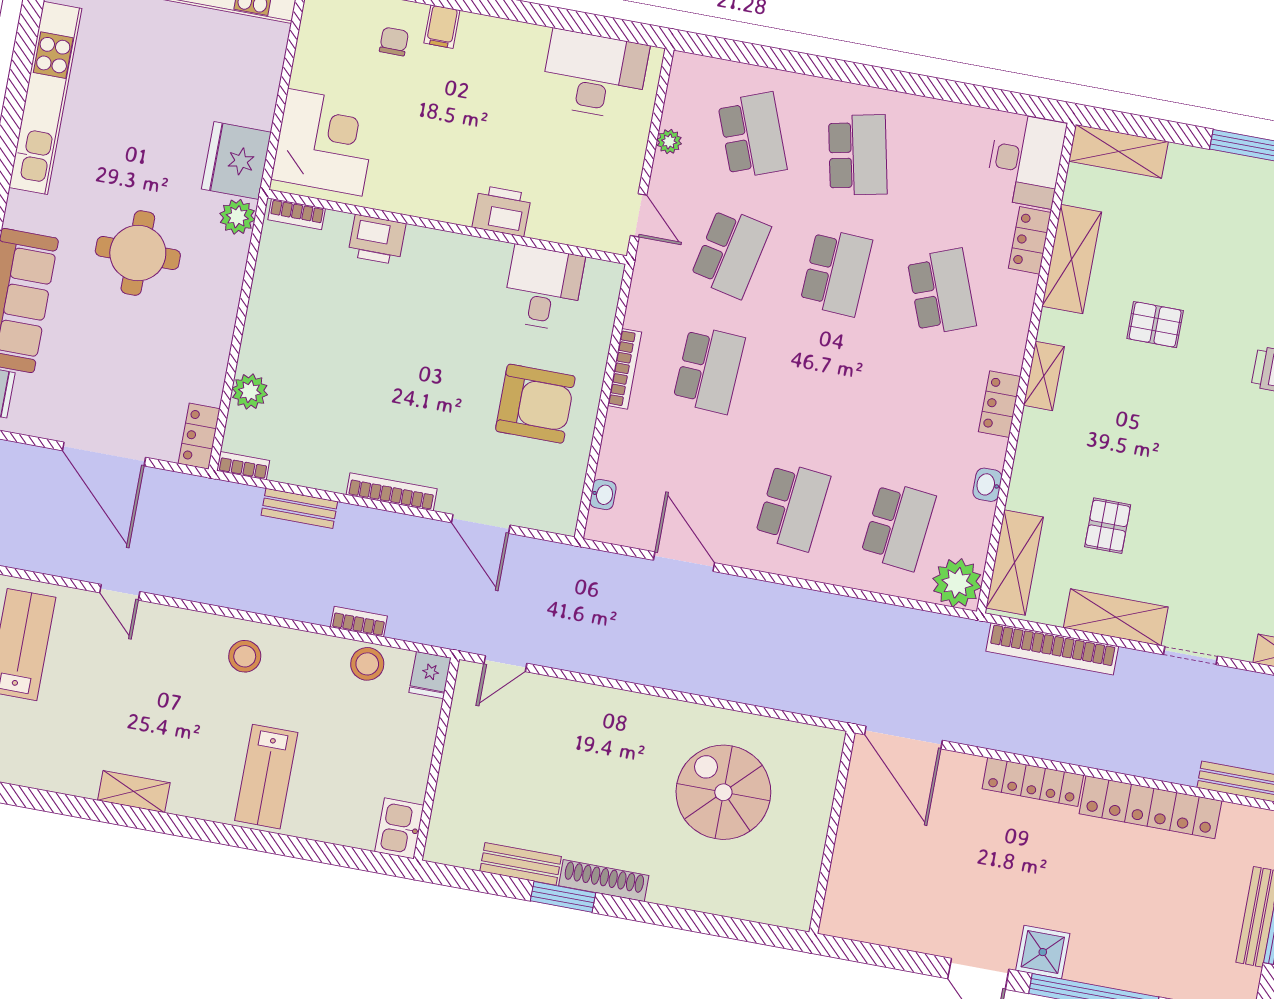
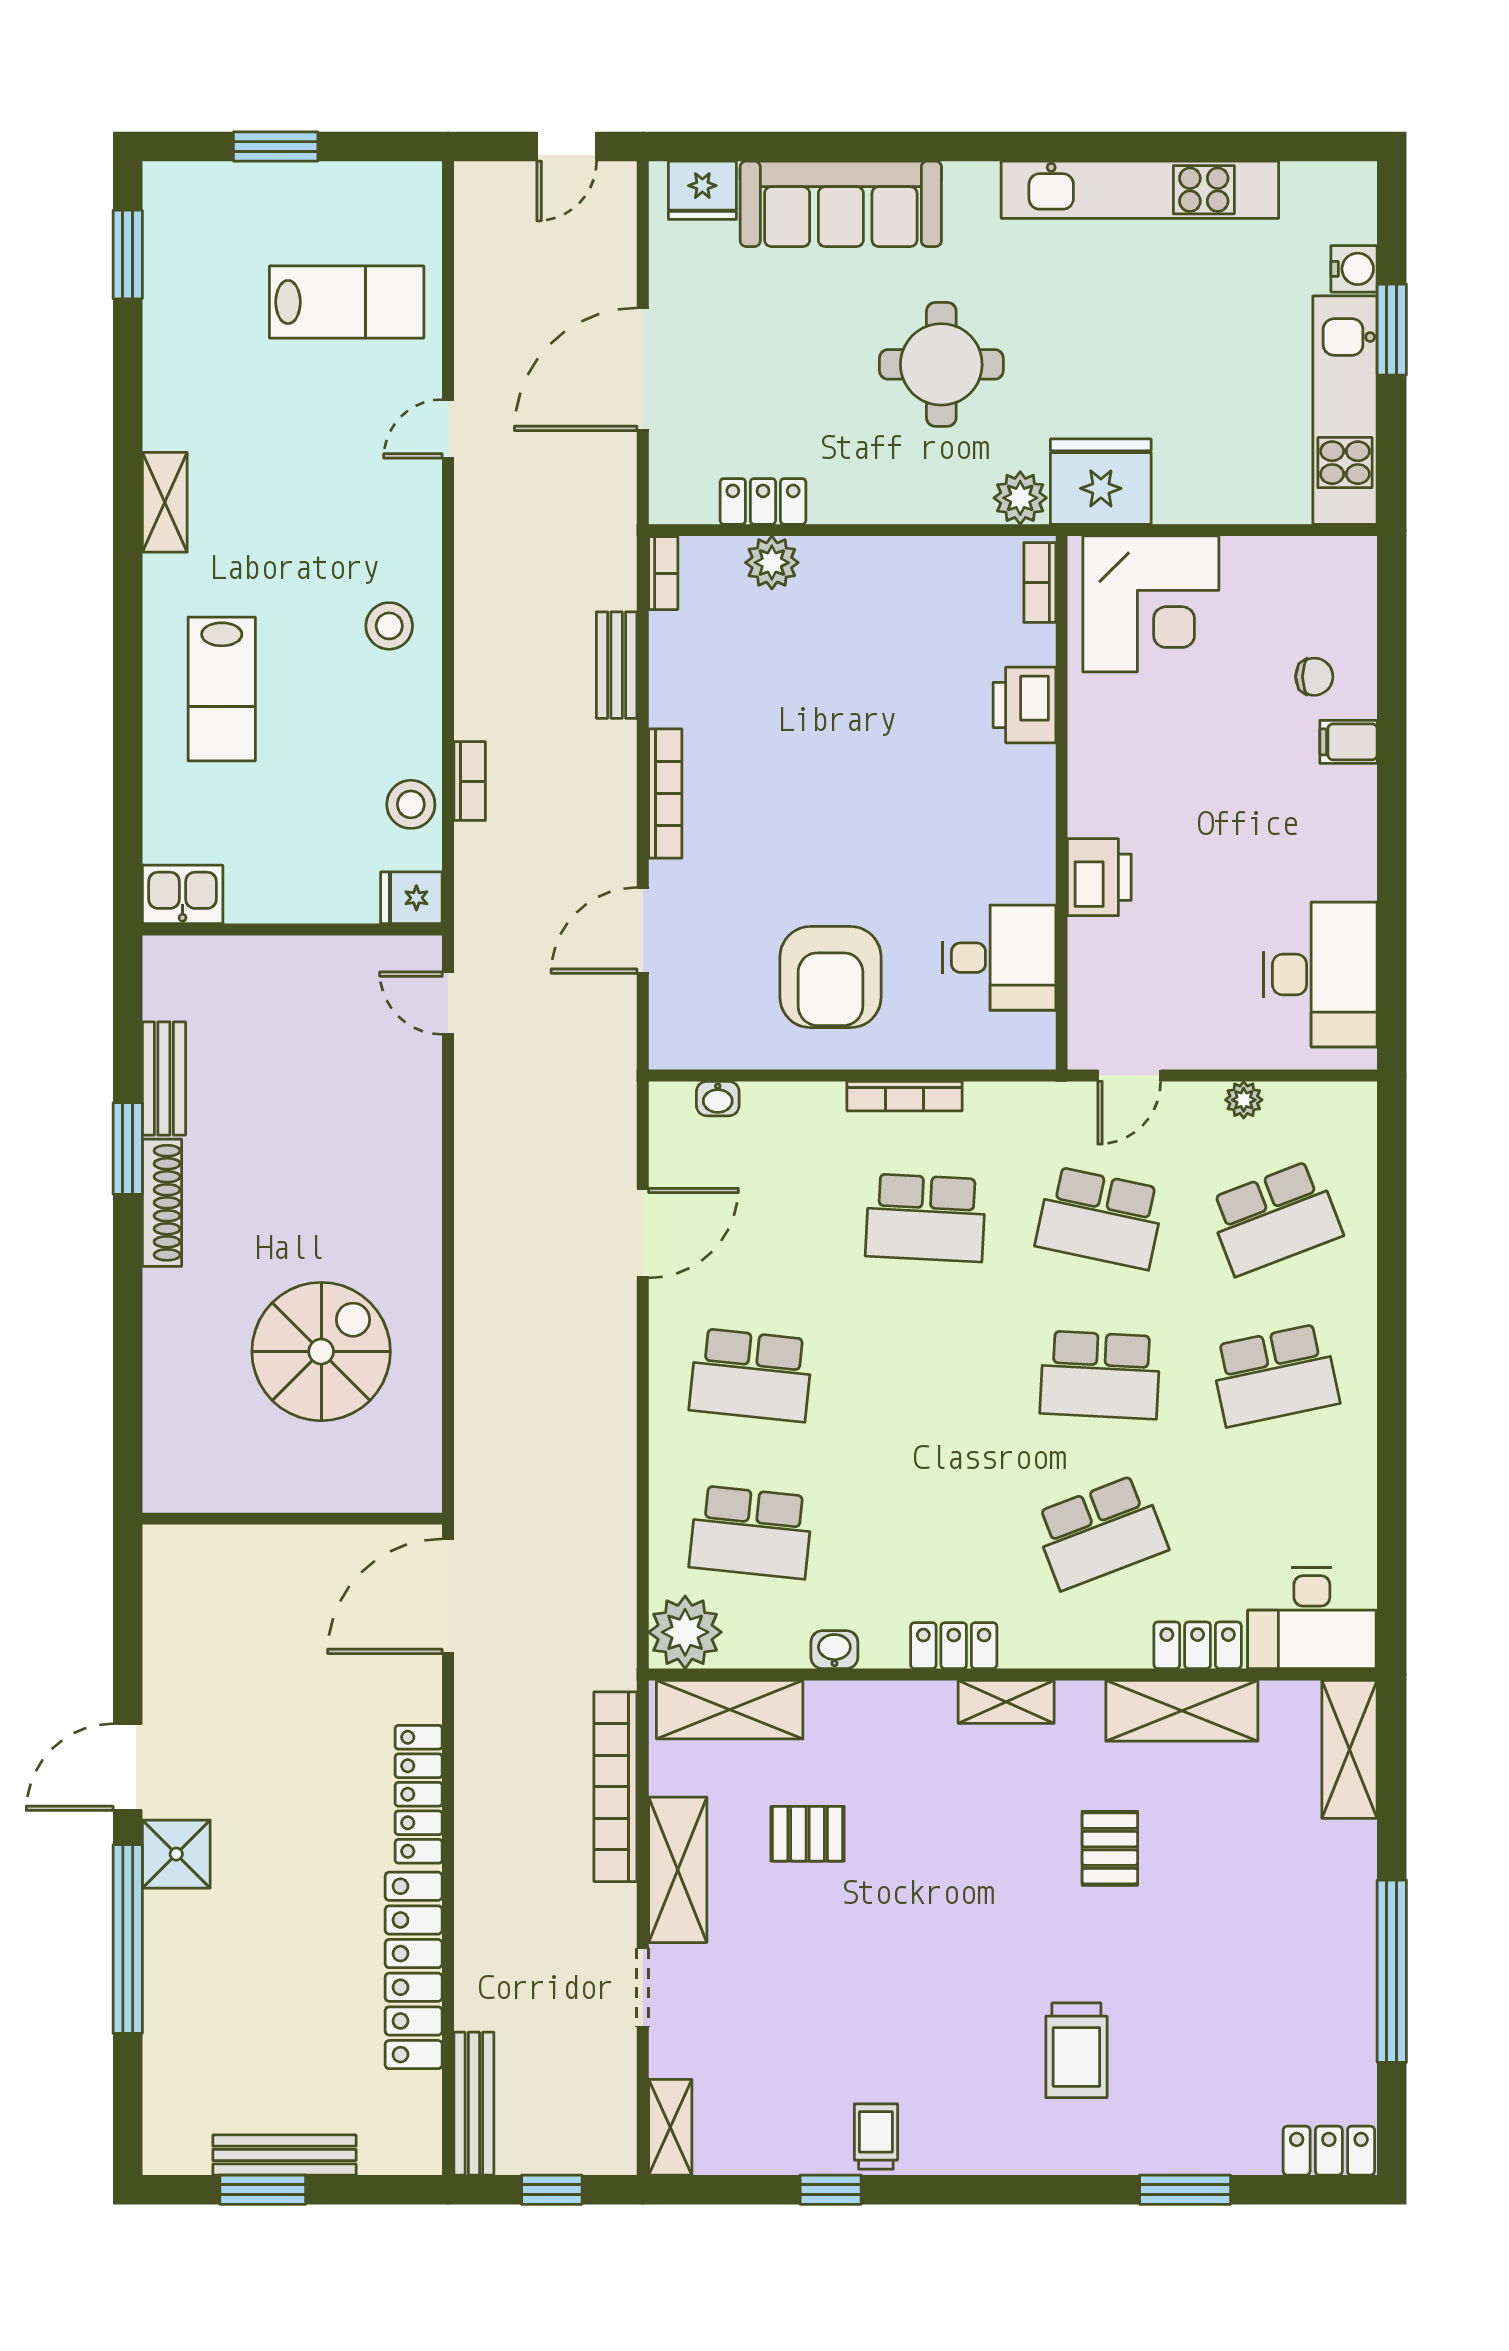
locker: (199, 436) -> (763, 501), moved
lab bench: (266, 777) -> (222, 689), turned -90

